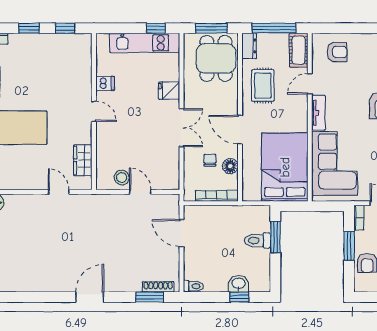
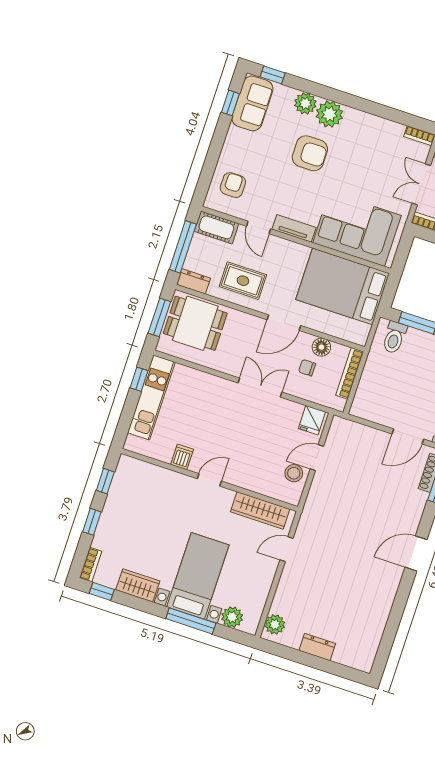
fridge: (169, 91) -> (312, 420), moved
wardrobe: (83, 160) -> (260, 510), width x1.50
door: (182, 233) -> (408, 436), moved
toilet: (257, 241) -> (394, 337), moved
door: (90, 297) -> (416, 553), hinge flipped

